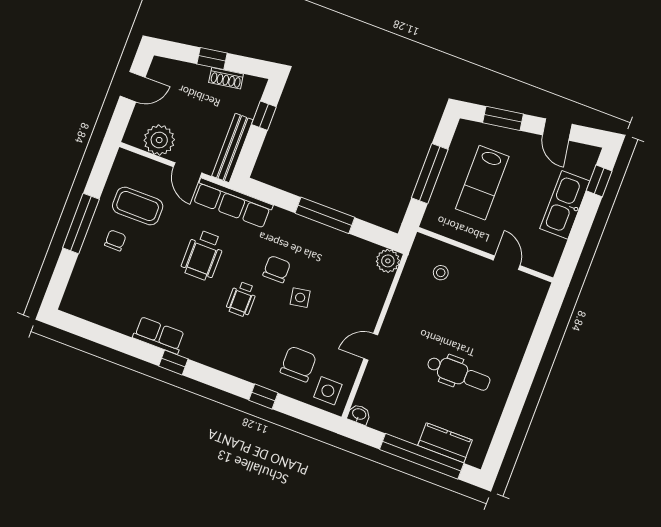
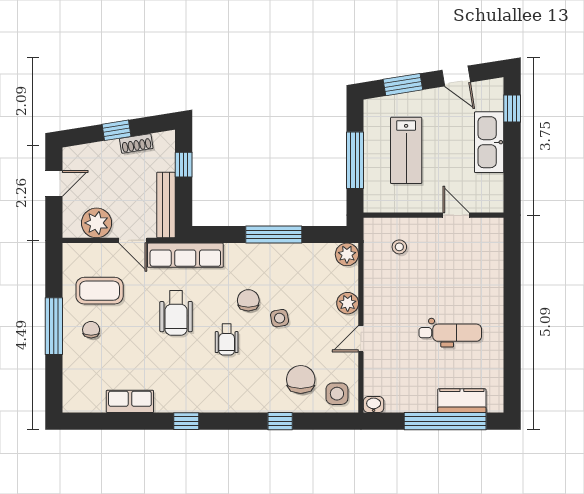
plant: (371, 308) -> (348, 303), added
row of seats: (159, 335) -> (130, 401), moved

